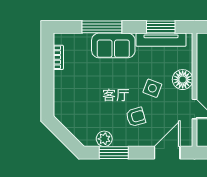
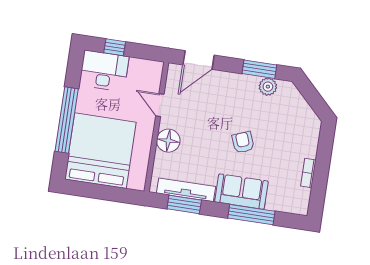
bookcase: (58, 57) -> (308, 173), moved
side table: (152, 88) -> (204, 136), removed
armchair: (136, 117) -> (243, 142), moved, turned 85

